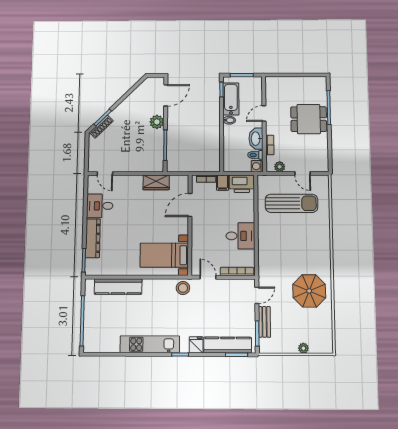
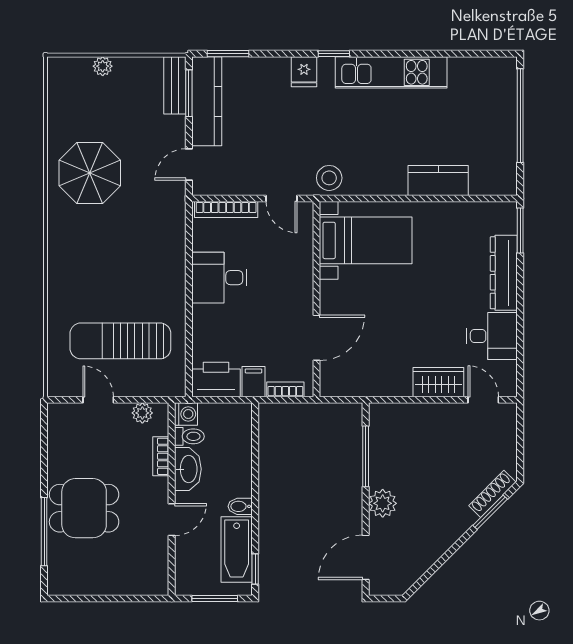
wardrobe: (156, 182) -> (438, 382), moved
kitchen counter: (118, 286) -> (438, 180), width x0.67
bench: (264, 322) -> (175, 85), moved
kitchen counter: (228, 345) -> (207, 101), moved, turned -90

